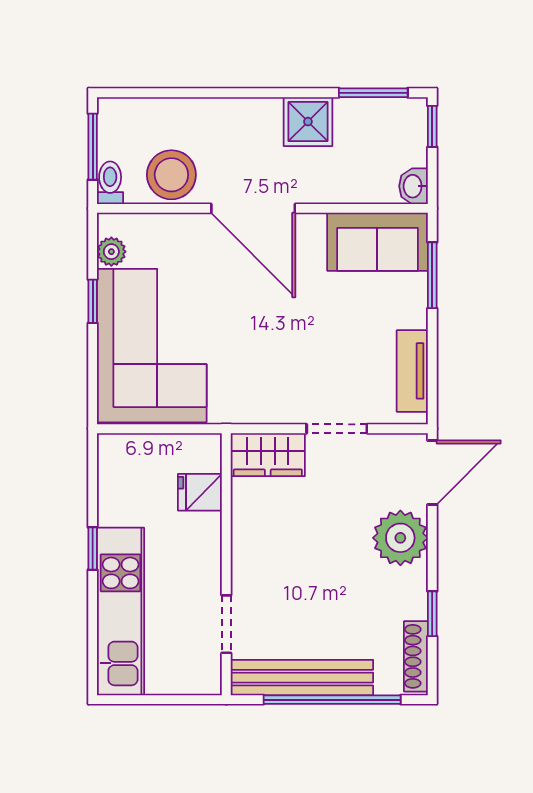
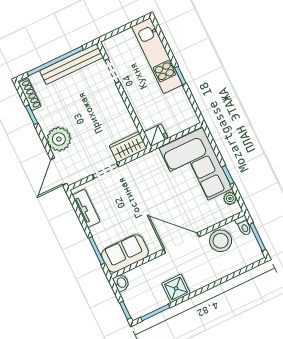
fridge: (200, 492) -> (156, 135), moved

